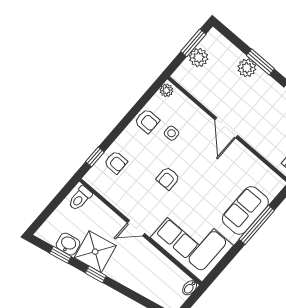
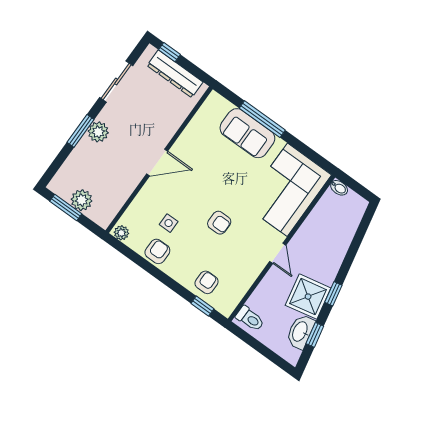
plant: (247, 68) -> (98, 132), moved
washbasin: (68, 244) -> (300, 332), width x1.38

